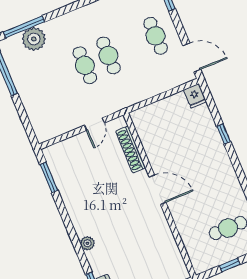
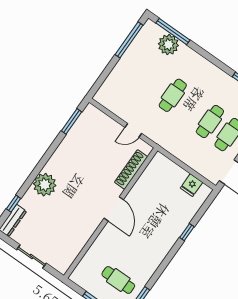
cafe table: (108, 55) -> (210, 121), moved
fridge: (195, 96) -> (191, 185), moved
plant: (87, 243) -> (45, 185), width x1.87, depth x1.87

